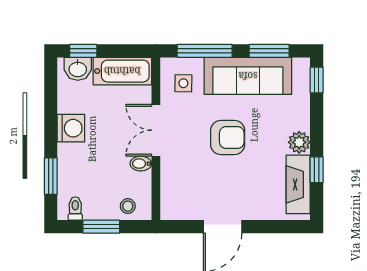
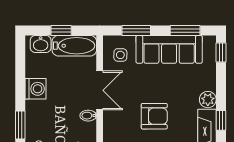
window: (83, 51) -> (61, 30), moved
window: (205, 51) -> (136, 30), width x0.69
double door: (156, 130) -> (100, 90), swing flipped
armchair: (228, 138) -> (154, 116), moved

